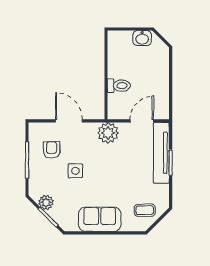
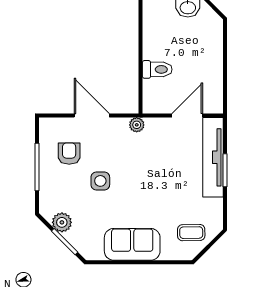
plant: (108, 133) -> (137, 125), width x0.53, depth x0.53

